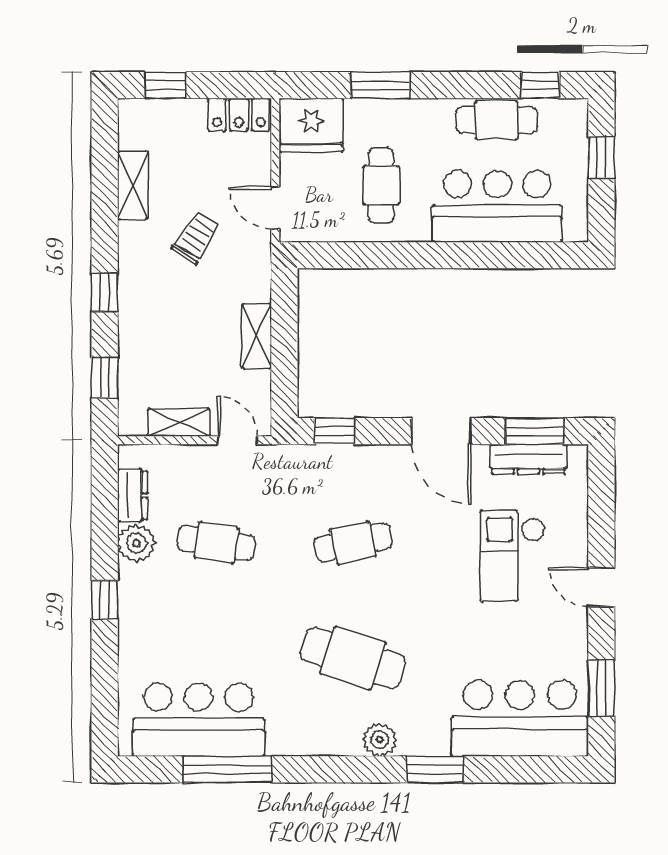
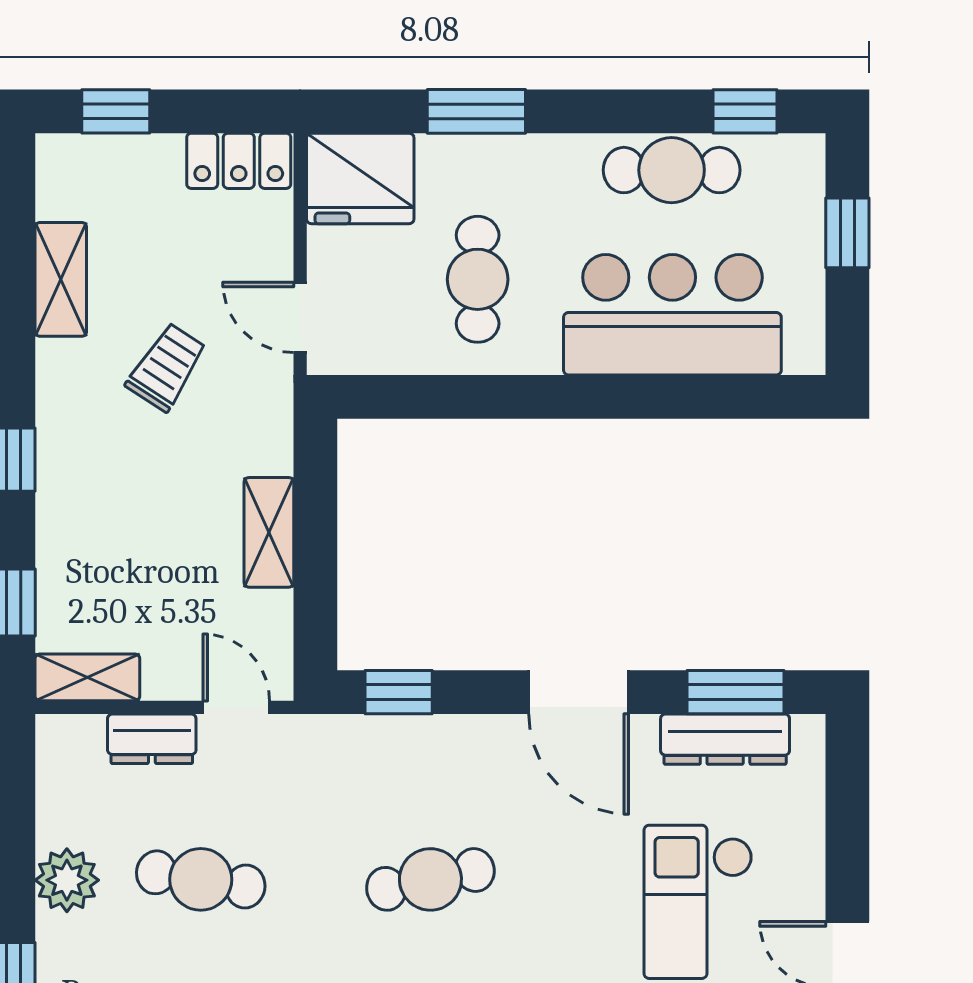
shelving: (179, 422) -> (87, 677), moved
dresser: (132, 495) -> (152, 739), moved, turned 90

